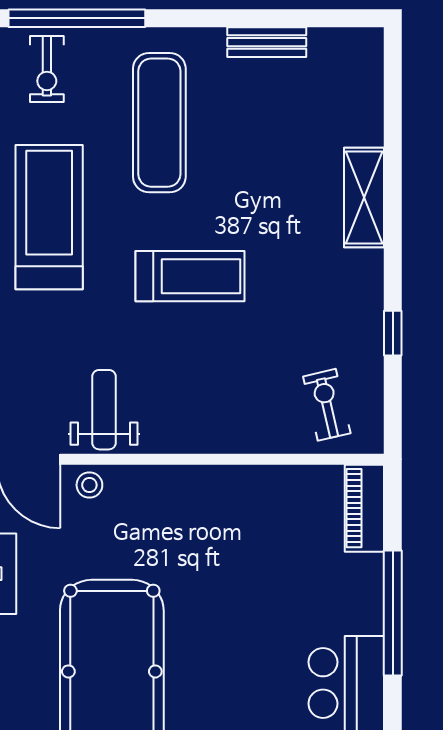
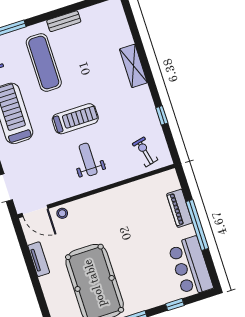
bench: (267, 42) -> (64, 21), moved
weight bench: (104, 410) -> (88, 159), moved
piano: (364, 508) -> (180, 208), moved

